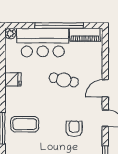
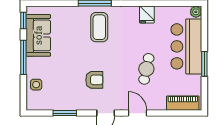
window: (59, 26) -> (204, 64), width x0.47
piano: (85, 35) -> (183, 103), moved, turned 90

